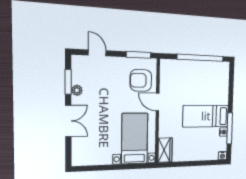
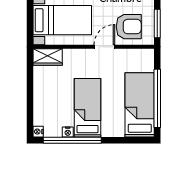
bed: (205, 73) -> (140, 105), added
armchair: (141, 80) -> (129, 27), turned 90
window: (230, 128) -> (72, 140), width x1.46

